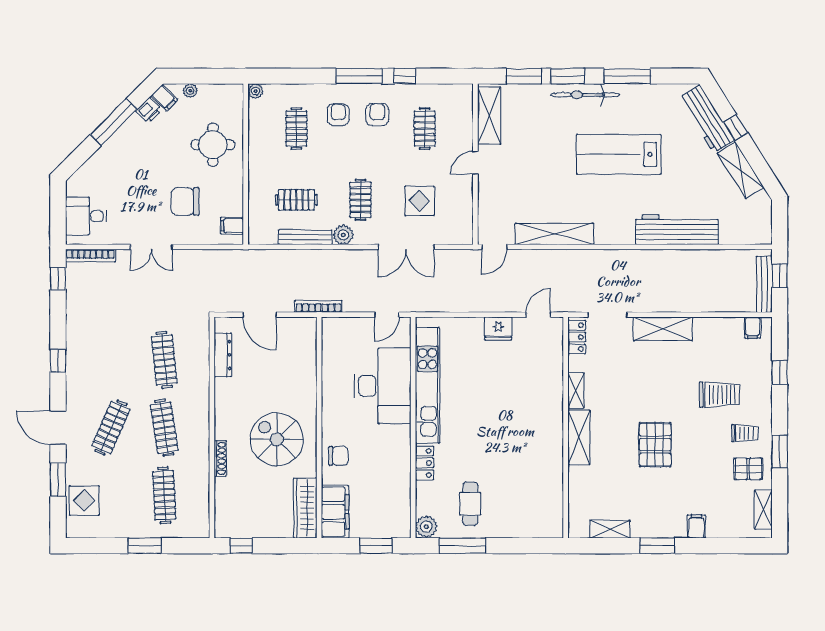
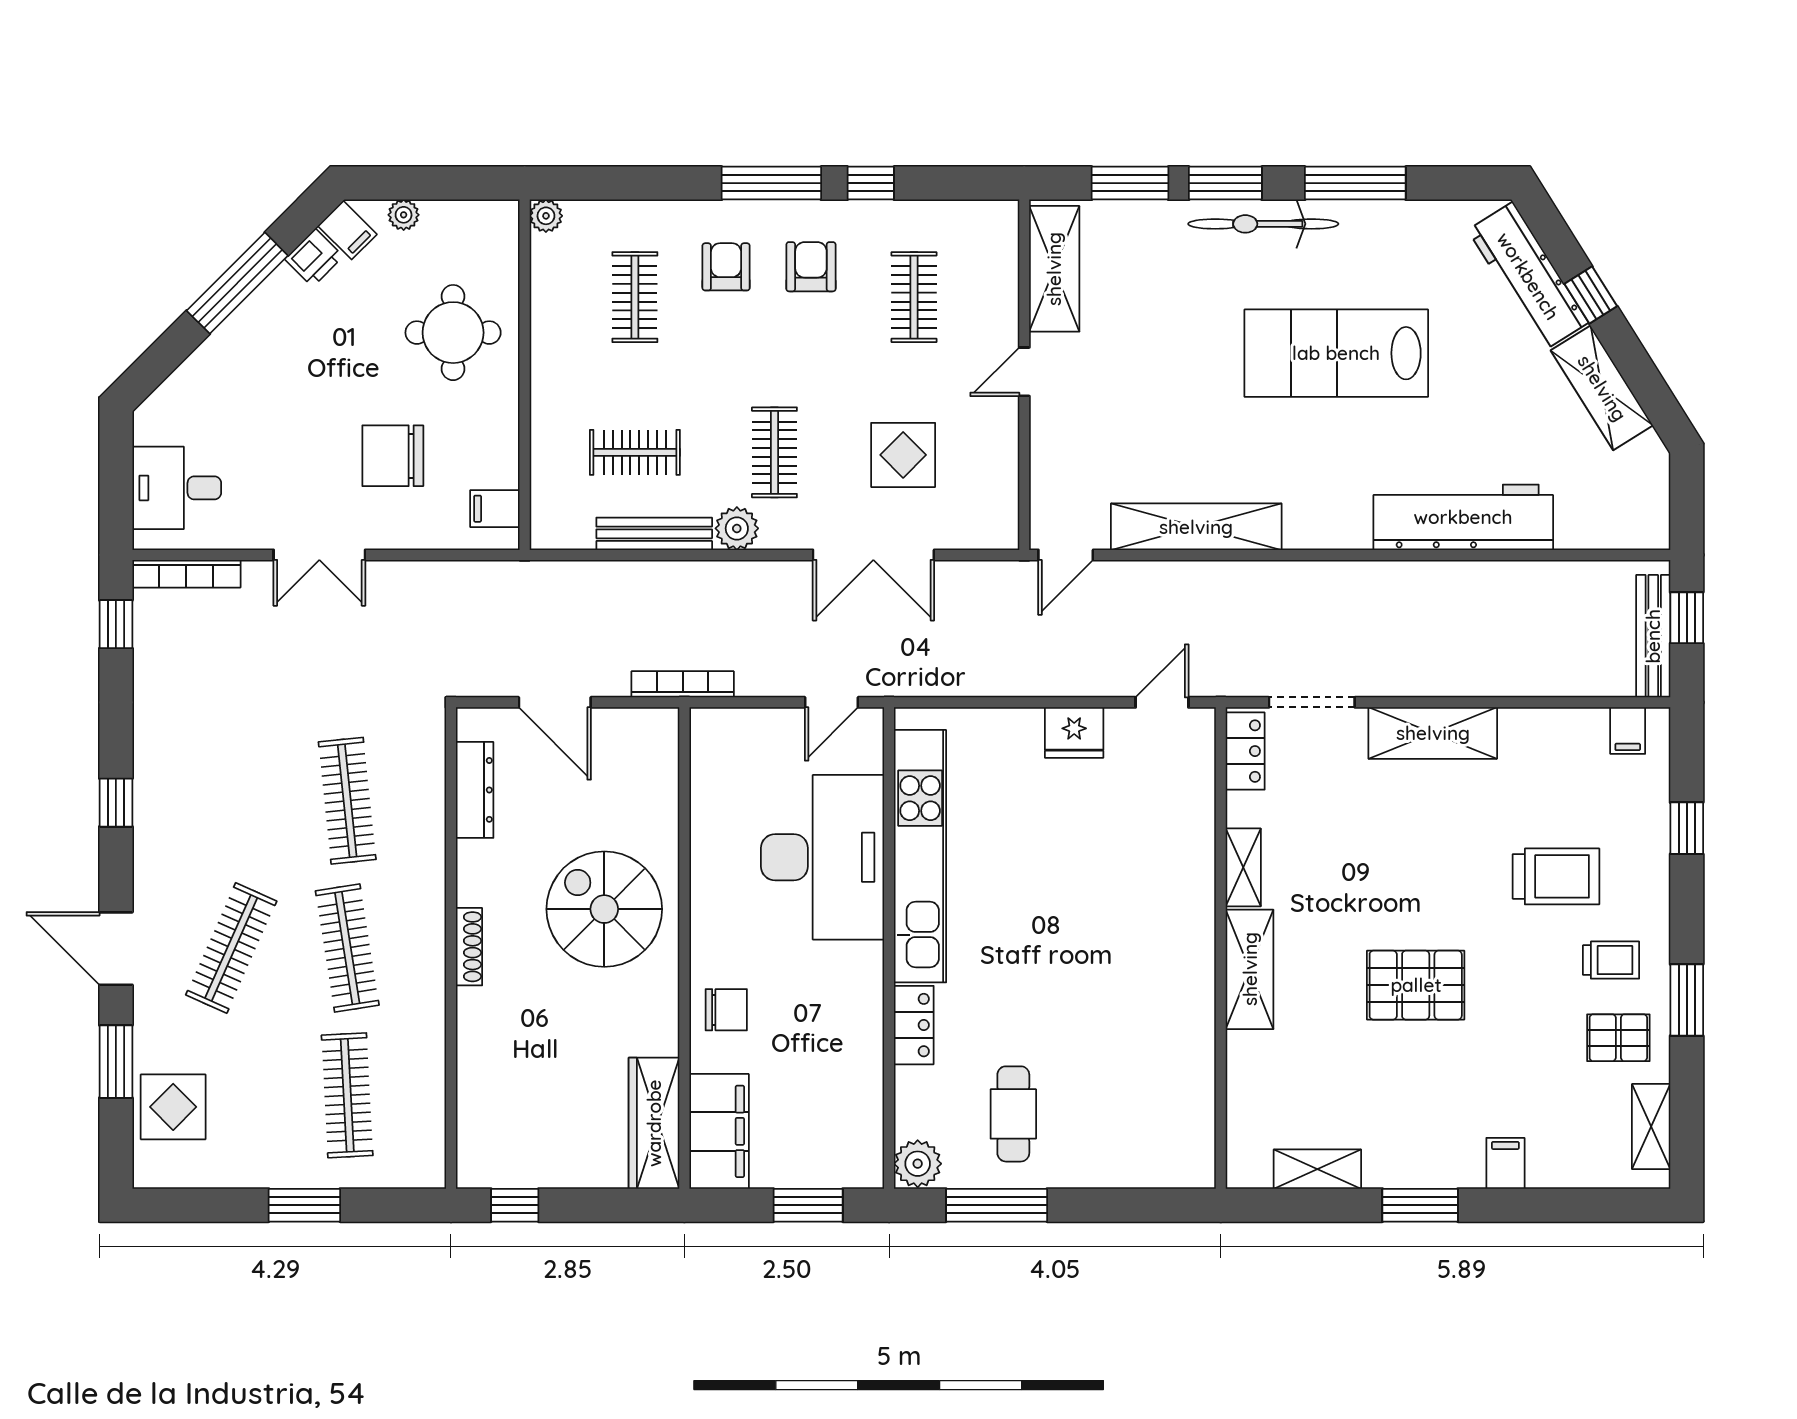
spiral stairs: (277, 439) -> (604, 909), moved
pallet: (655, 445) -> (1416, 985), turned 90
shoe rack: (220, 458) -> (469, 947), moved

